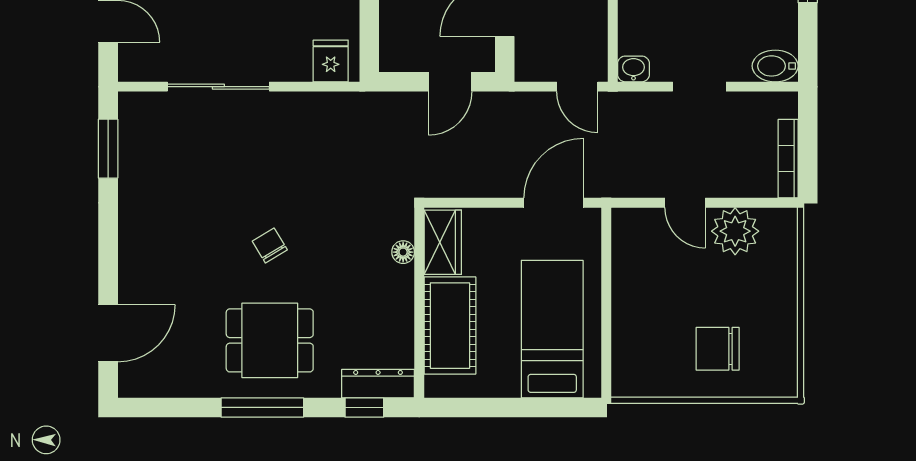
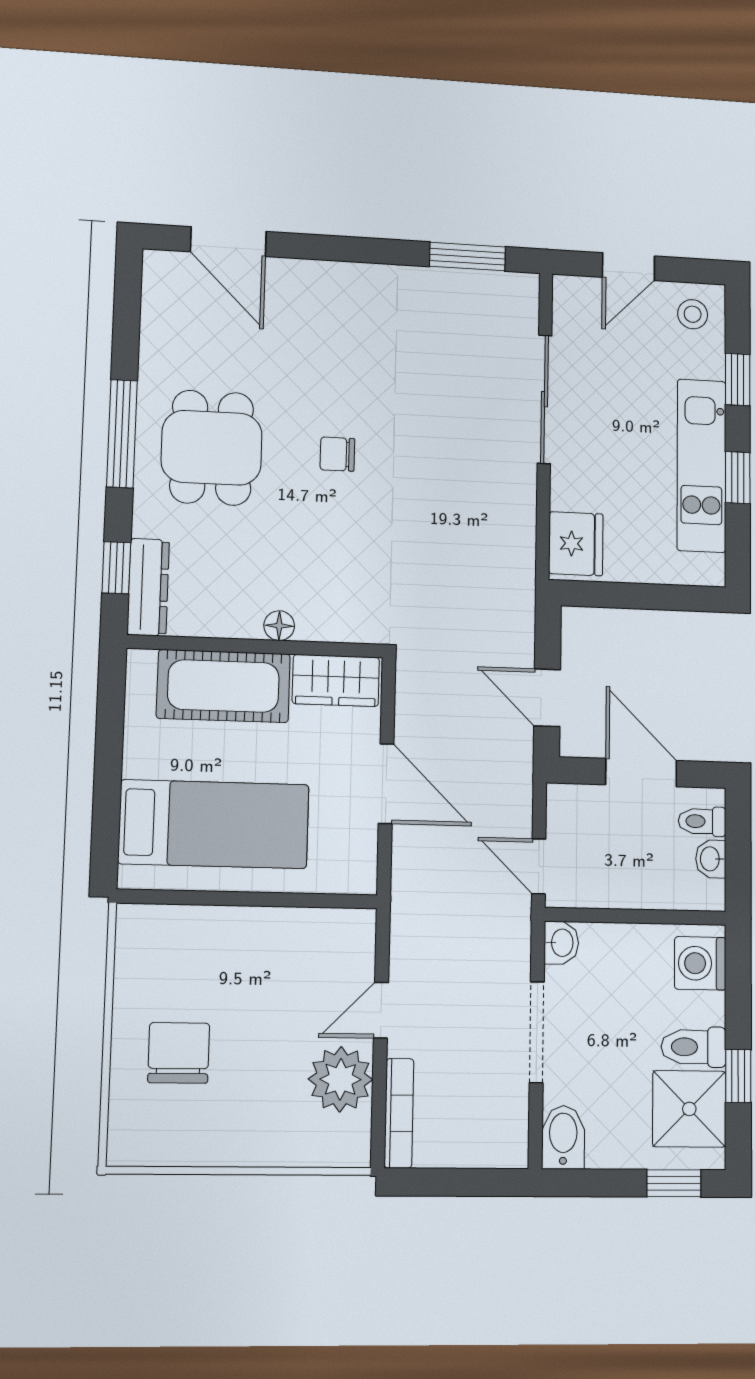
fridge: (331, 61) -> (576, 544), width x1.38
door: (577, 87) -> (539, 866), hinge flipped
doorway: (699, 87) -> (537, 1032), width x1.38
bookcase: (788, 159) -> (399, 1113), moved, turned 90
door: (554, 203) -> (386, 784), moved
chair: (270, 246) -> (337, 454), turned -149
floor lamp: (403, 252) -> (279, 626), moved

